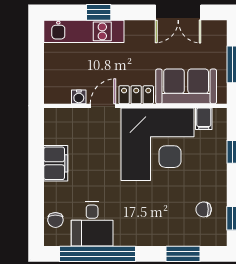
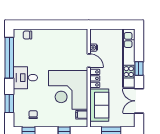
window: (99, 12) -> (139, 69), moved
kitchen unit: (84, 31) -> (129, 58), width x1.36
filing cabinet: (56, 163) -> (58, 35), removed
desk: (92, 224) -> (25, 78), moved

